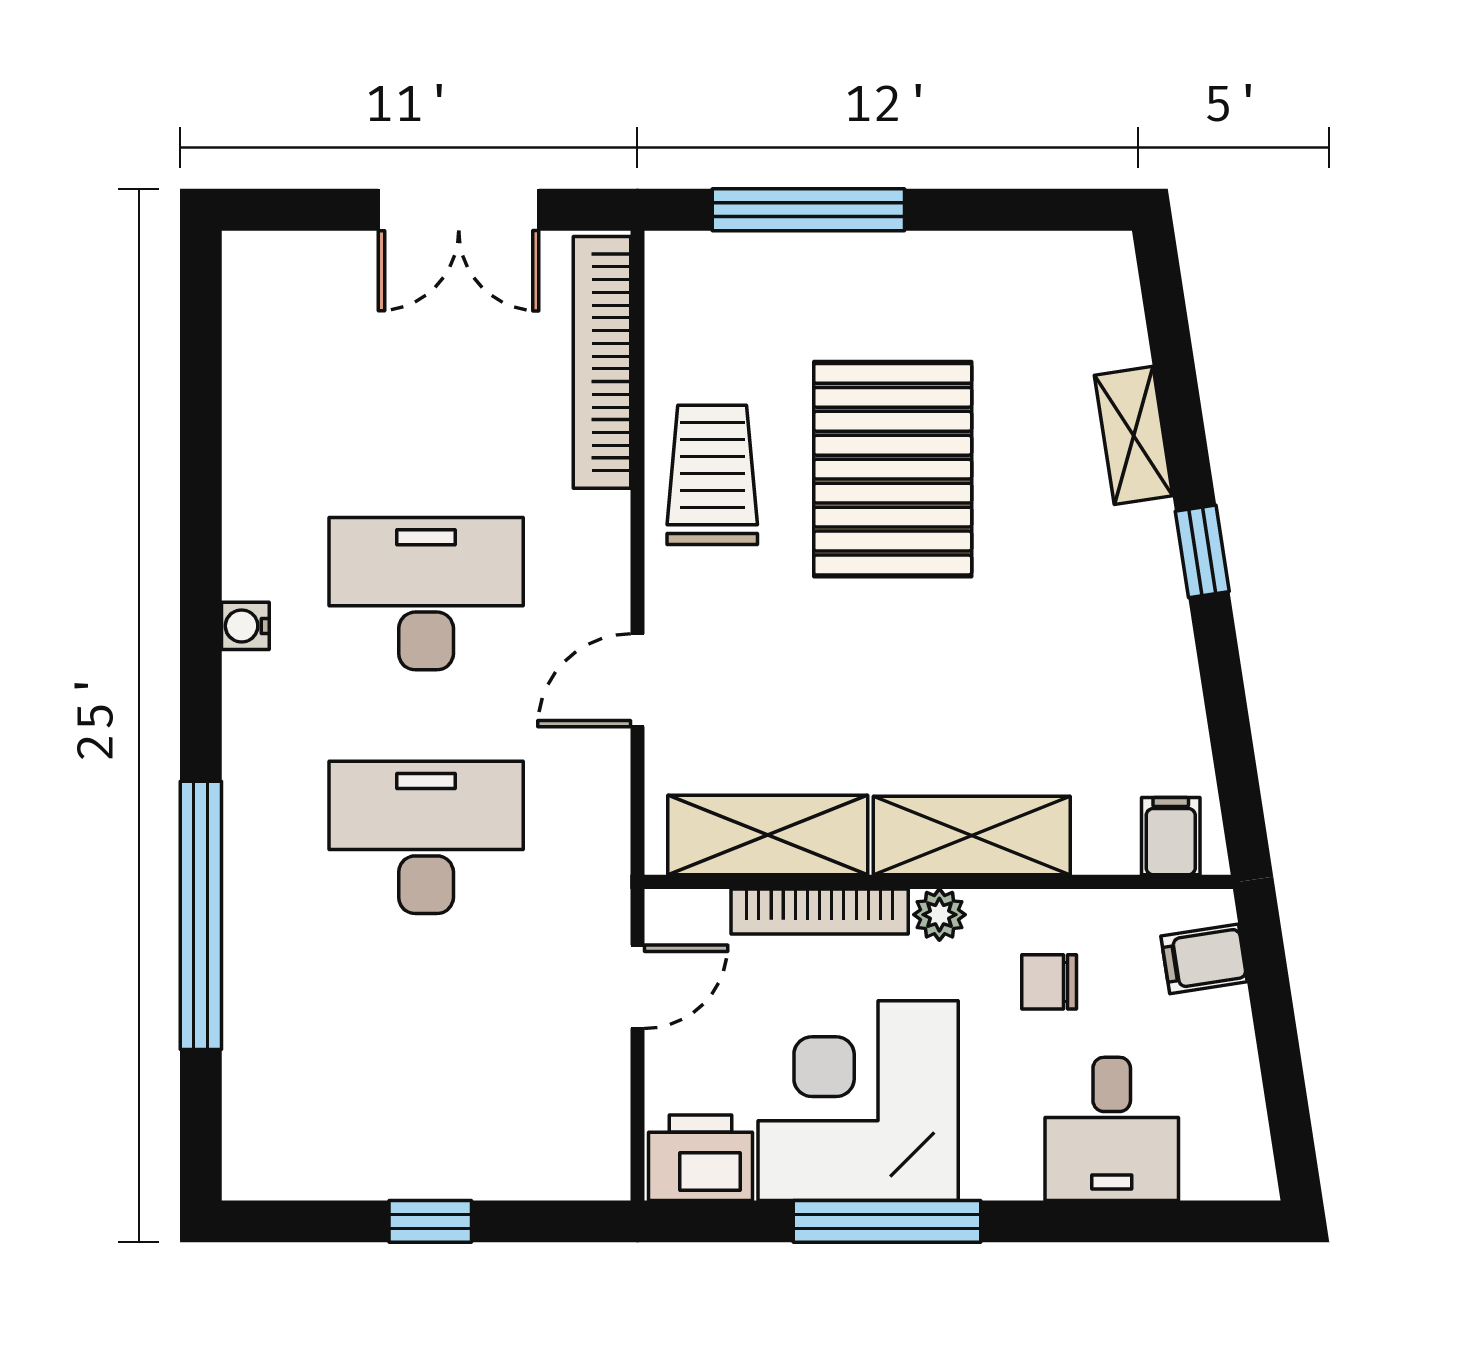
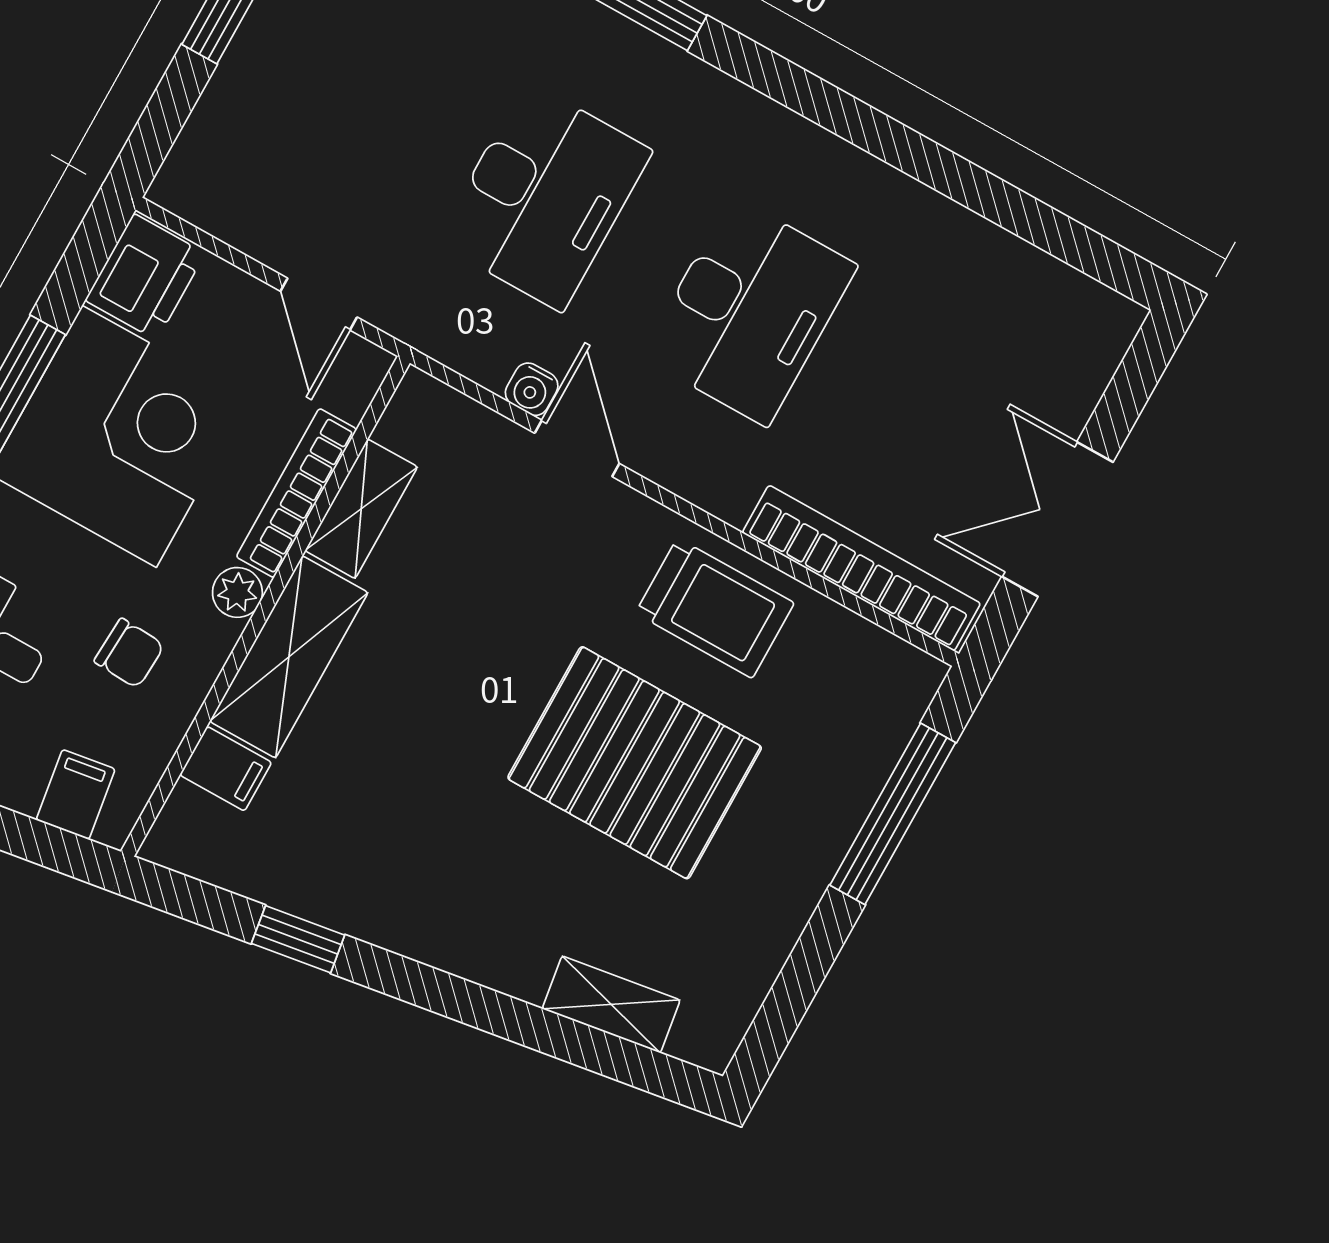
shelving: (1134, 435) -> (611, 1004), moved
window: (1202, 551) -> (298, 939), moved
water cooler: (245, 626) -> (532, 389), moved, turned 180
shelving: (768, 835) -> (361, 509), width x0.67, depth x0.75
filing cabinet: (1171, 836) -> (226, 769), moved
chair: (1049, 982) -> (129, 653), turned 93

